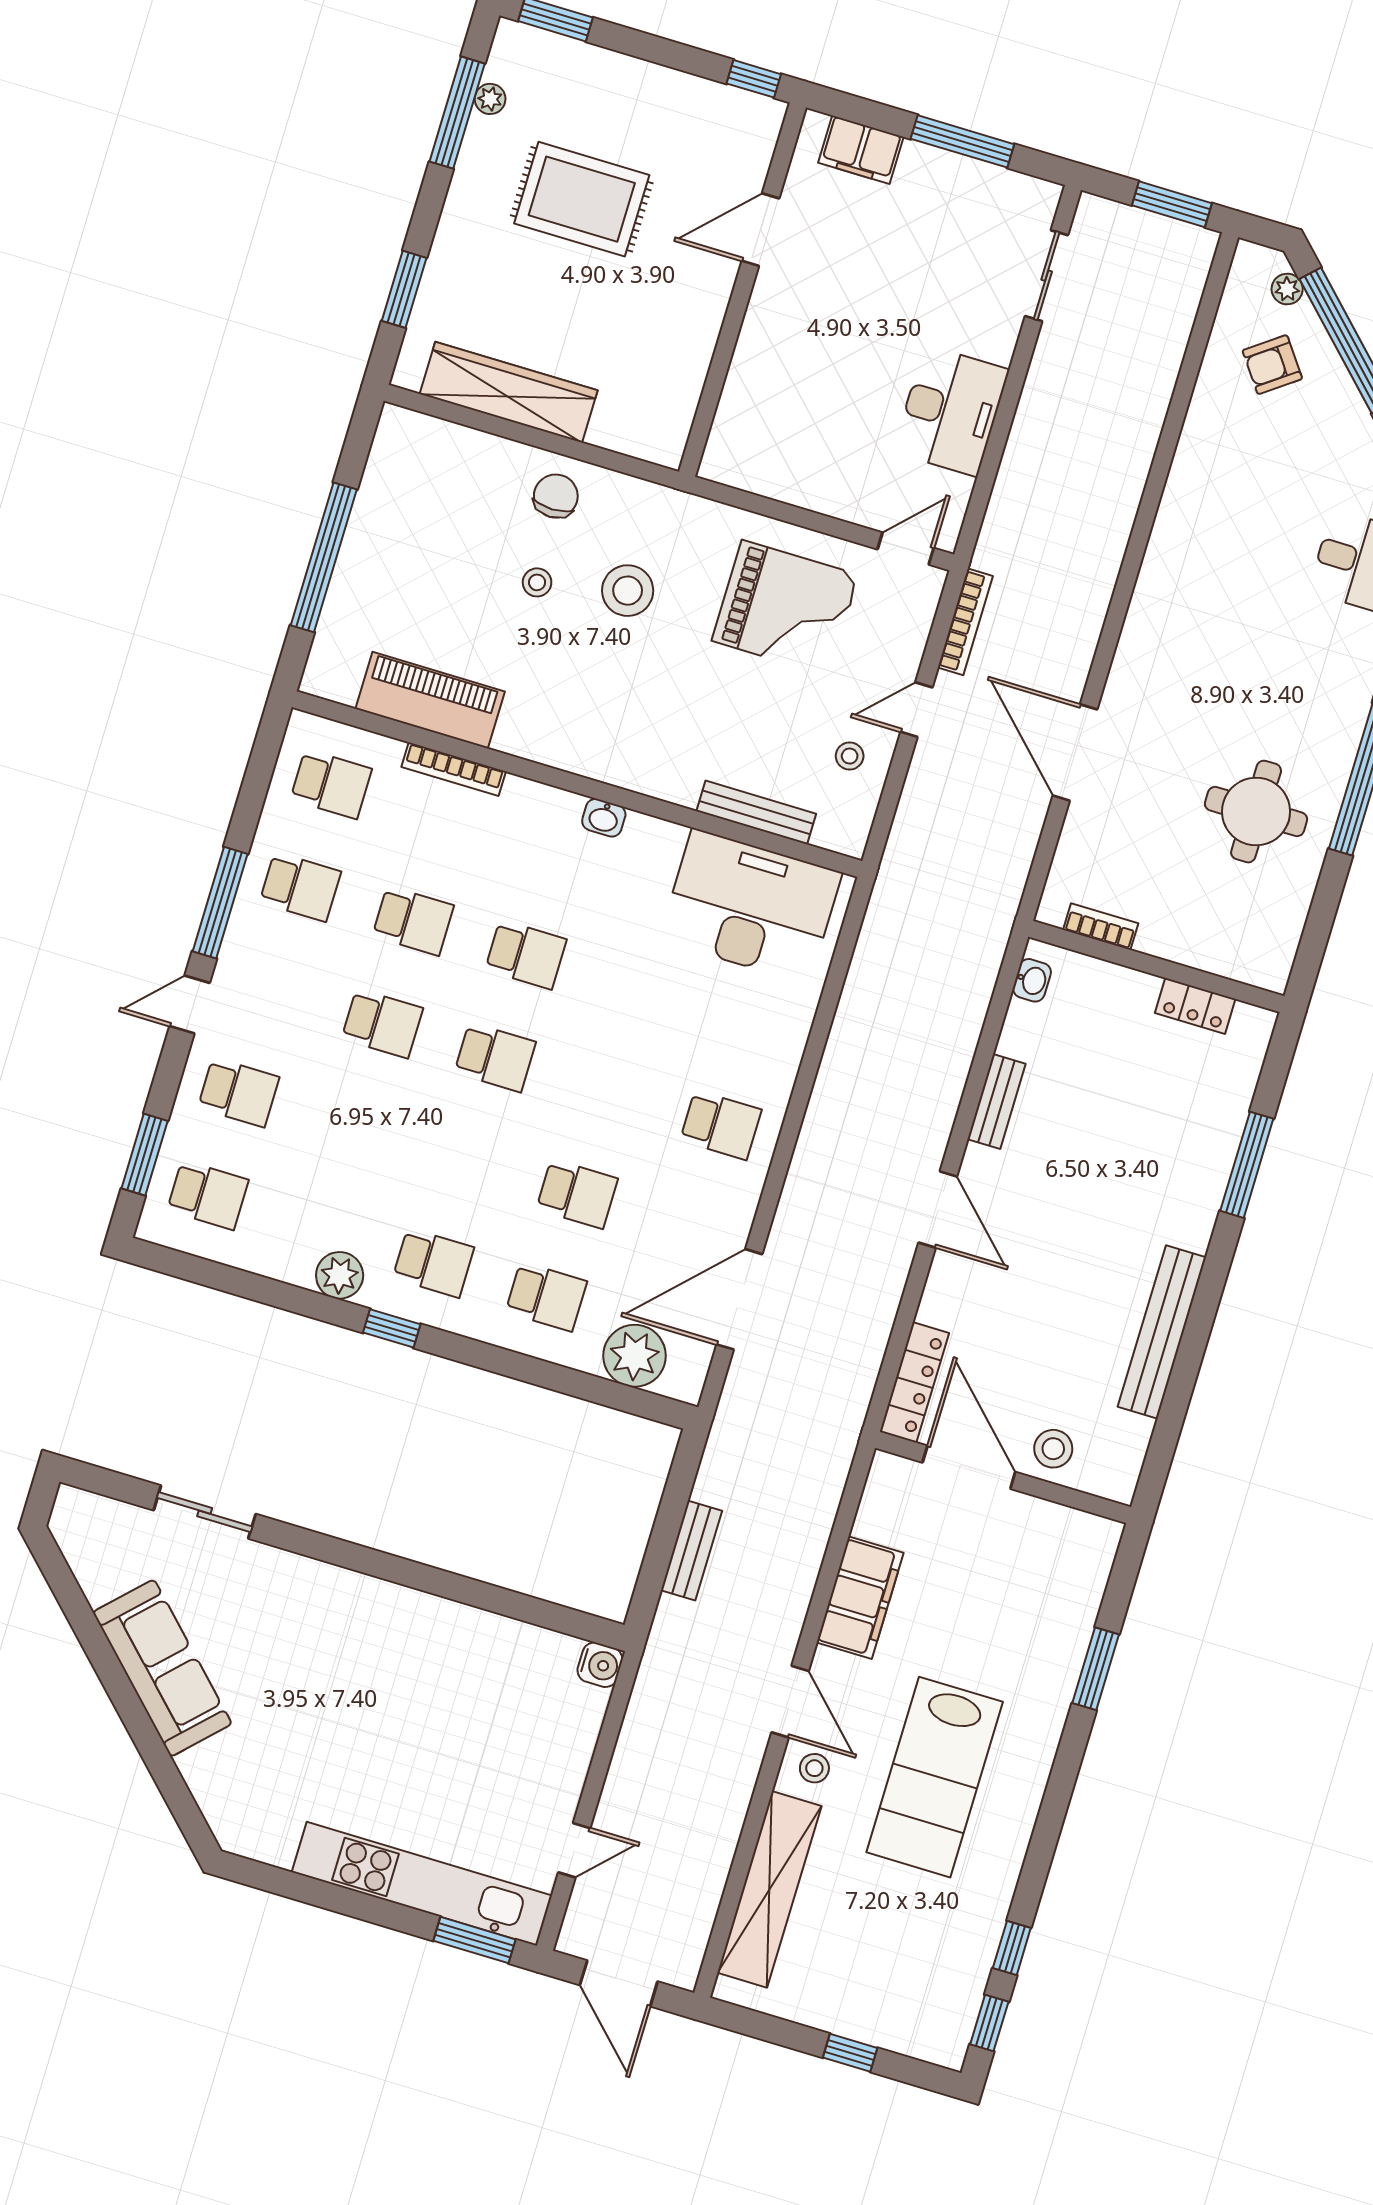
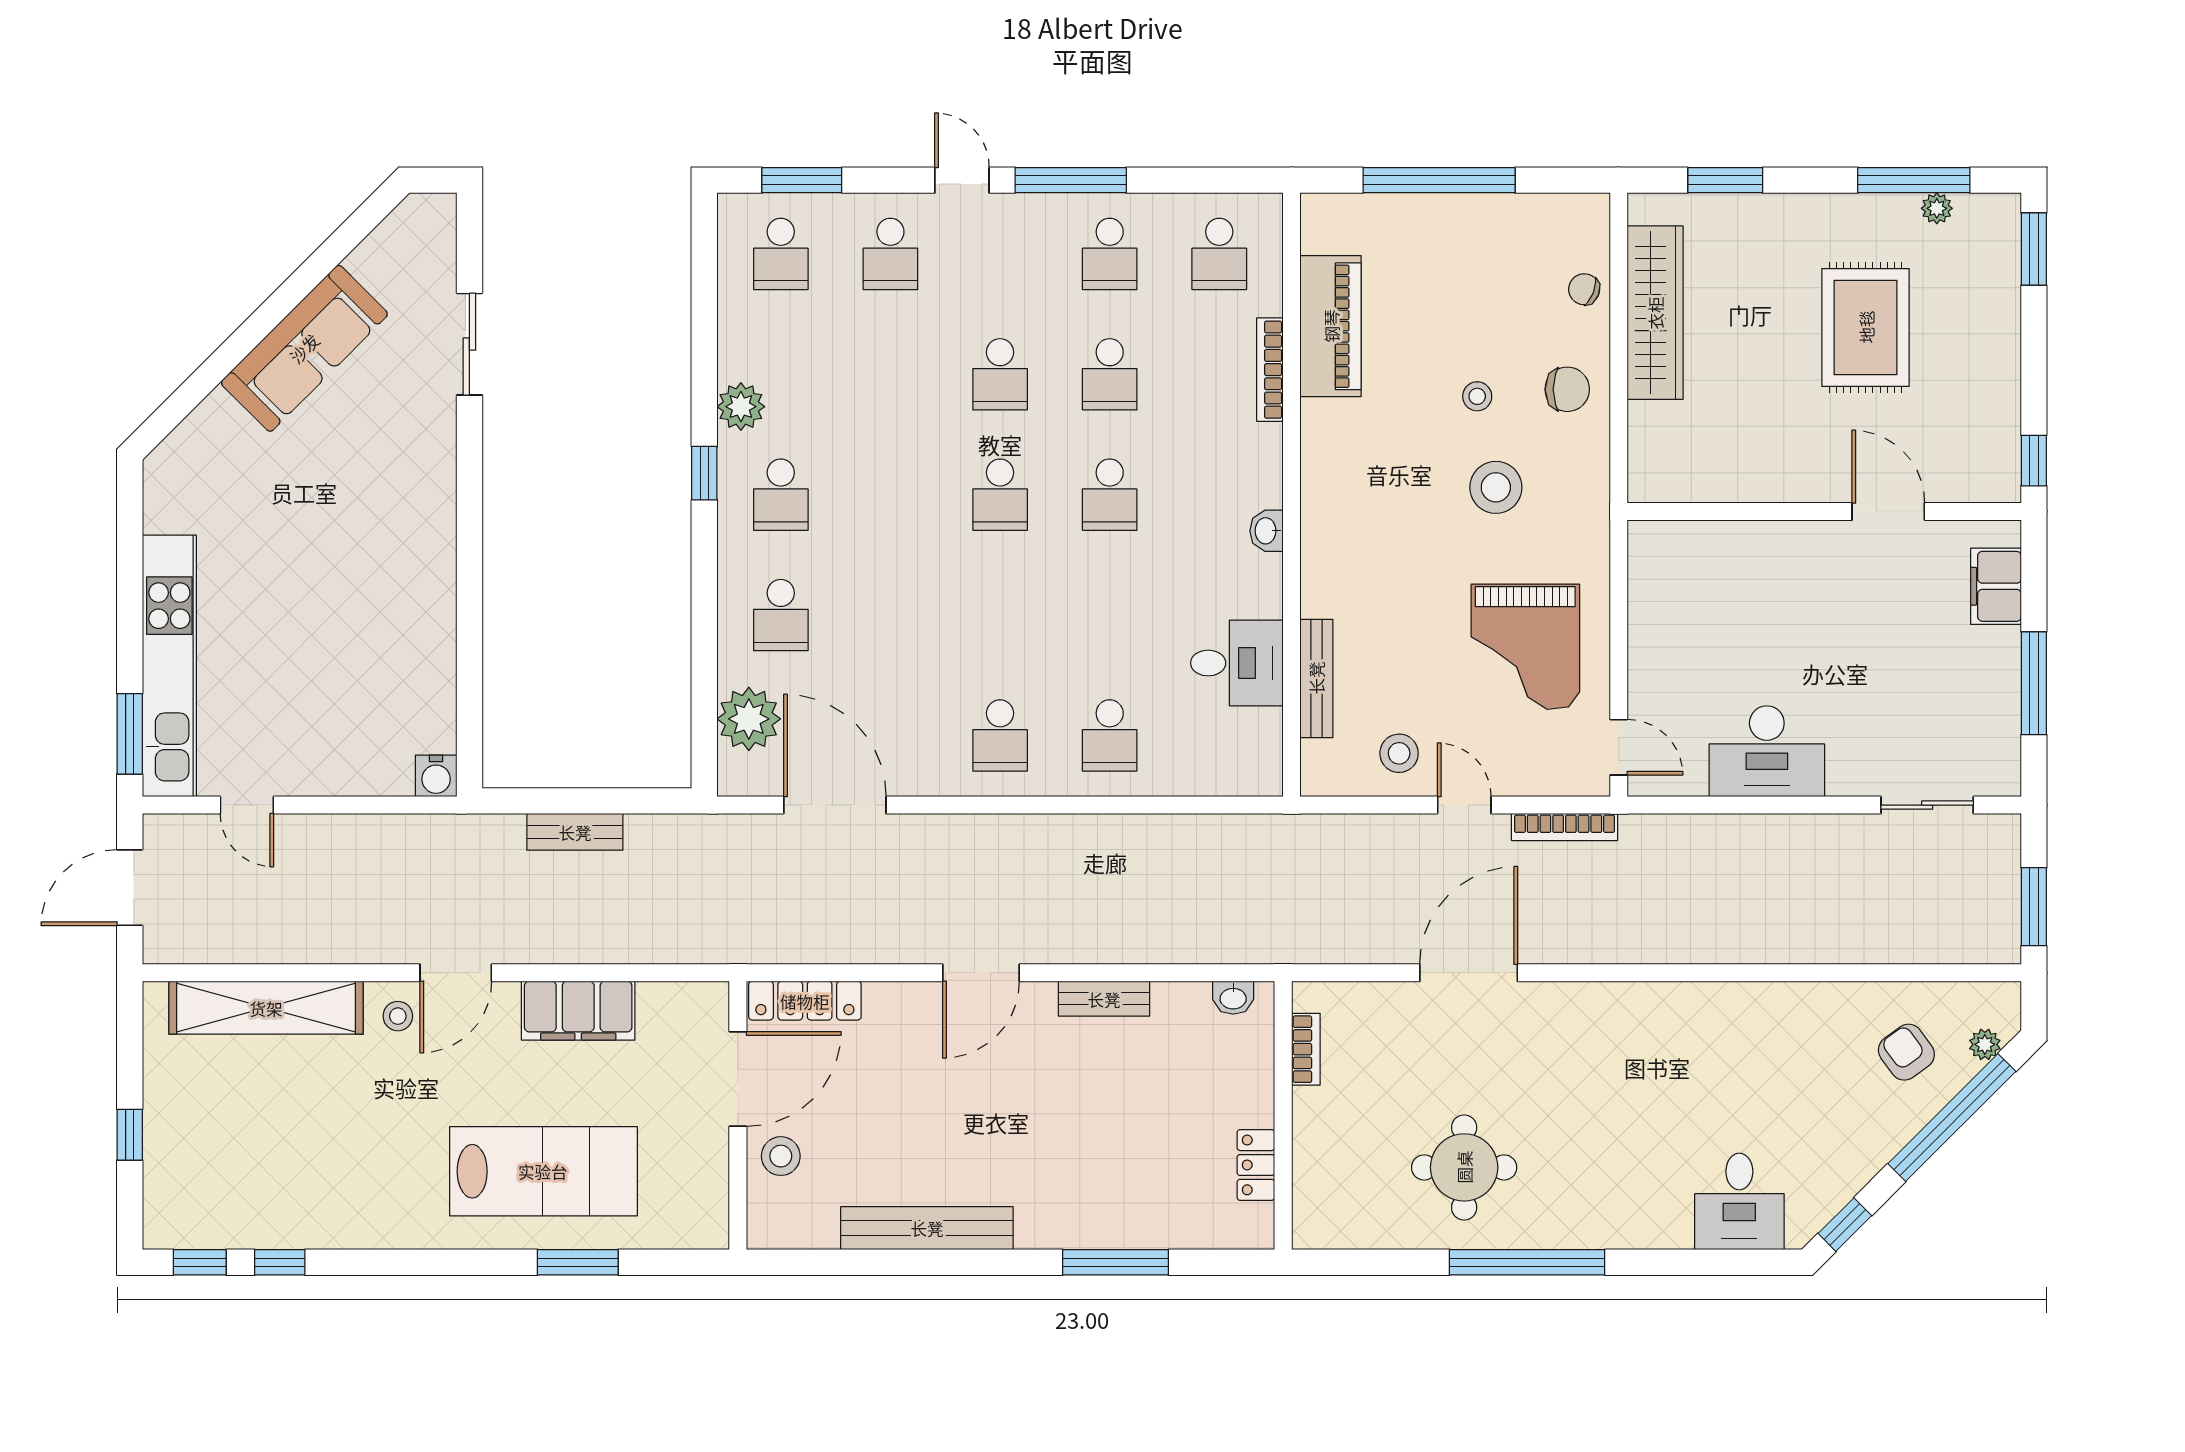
chair: (467, 452) -> (1584, 289), added
stool: (850, 756) -> (1399, 753), width x1.37, depth x1.37
desk: (751, 906) -> (1237, 663), width x0.53, depth x0.77
school desk: (577, 1194) -> (1110, 735), moved
lab bench: (935, 1777) -> (543, 1171), moved, turned 180

